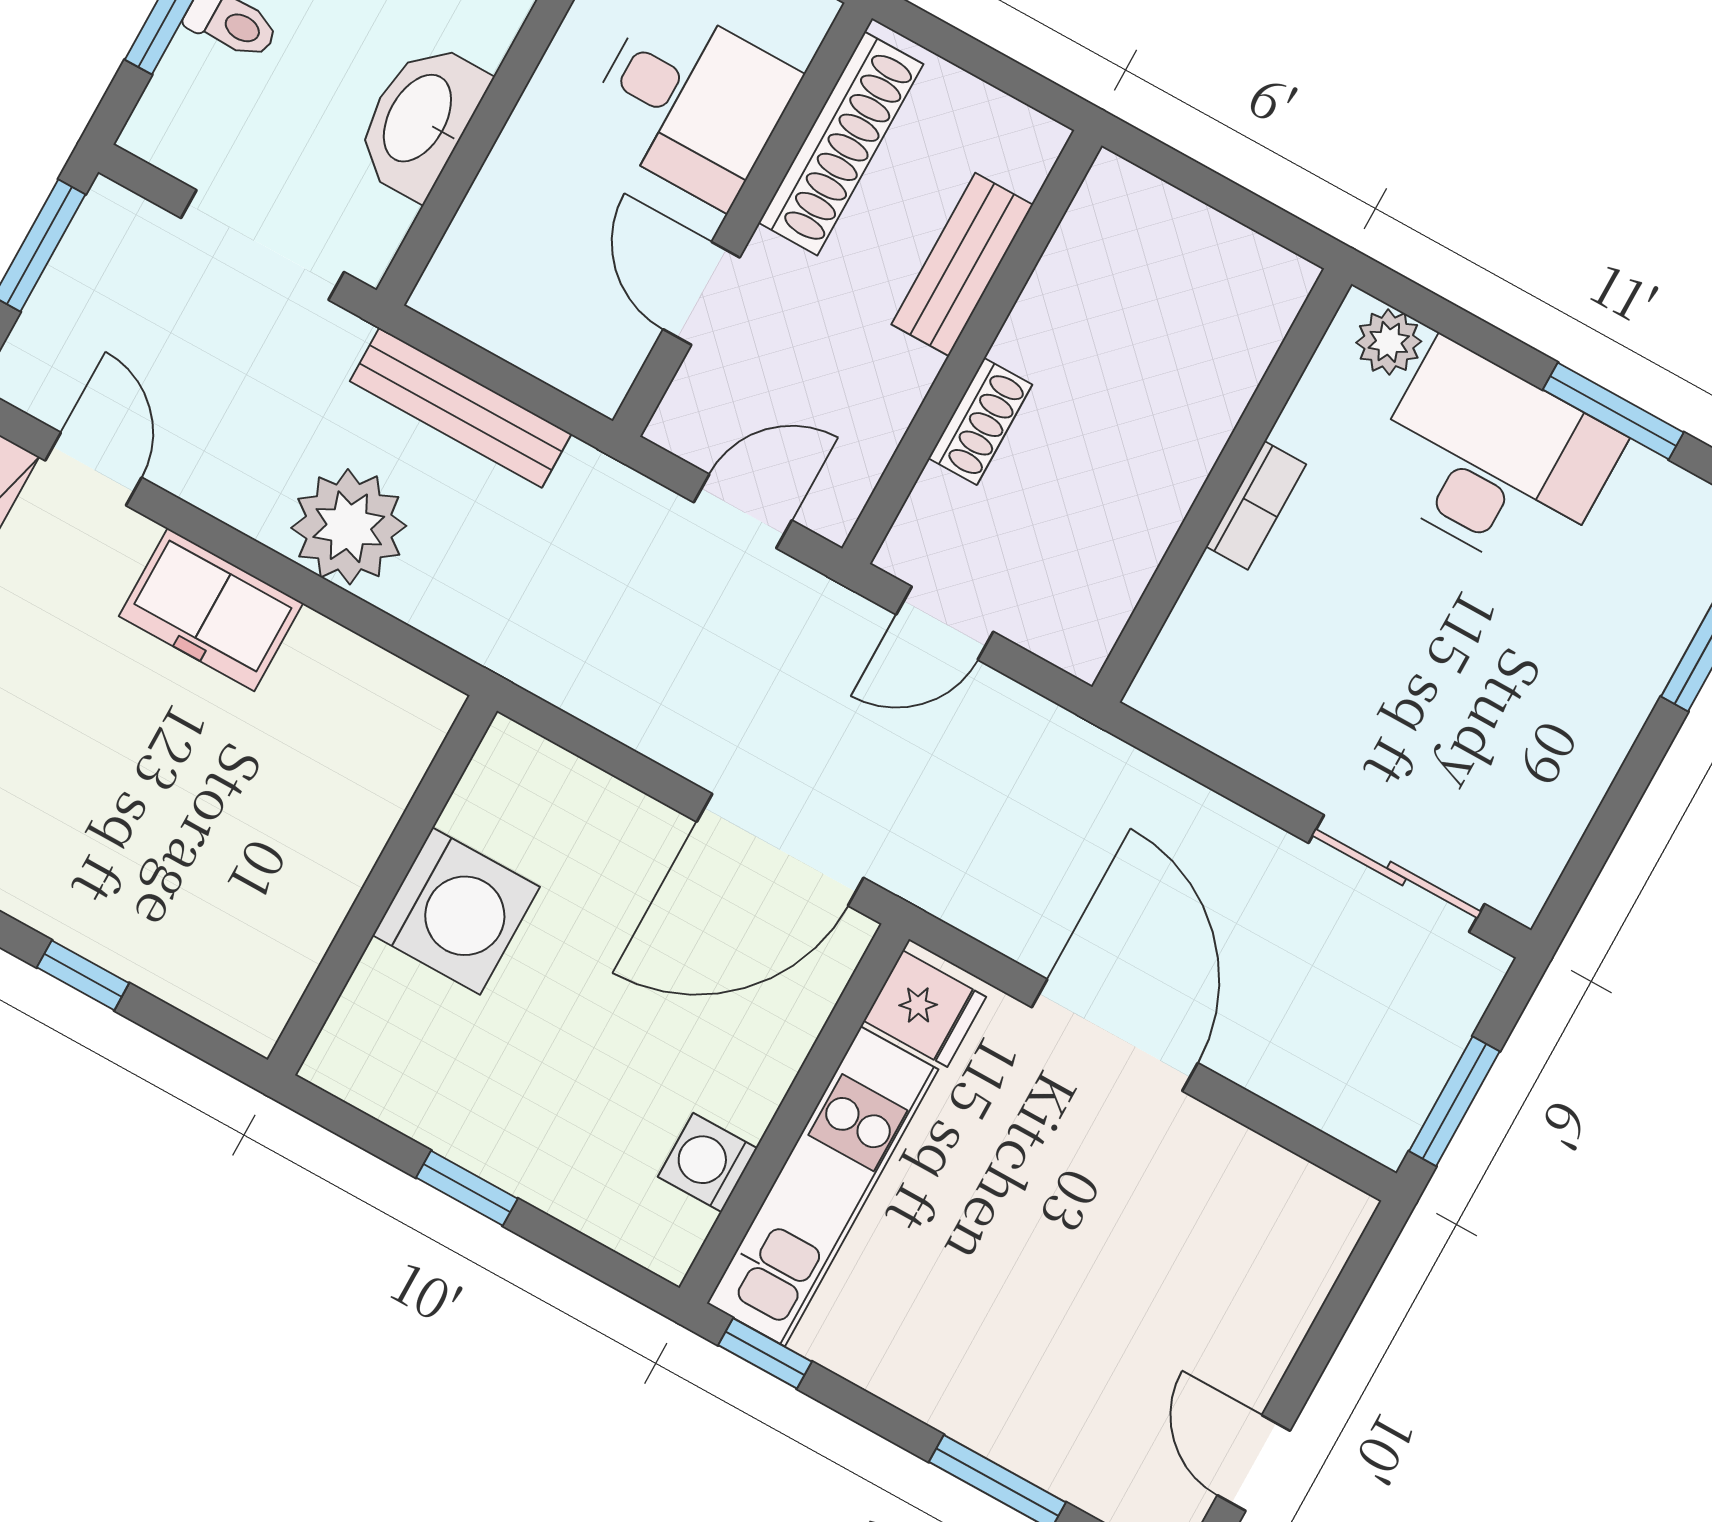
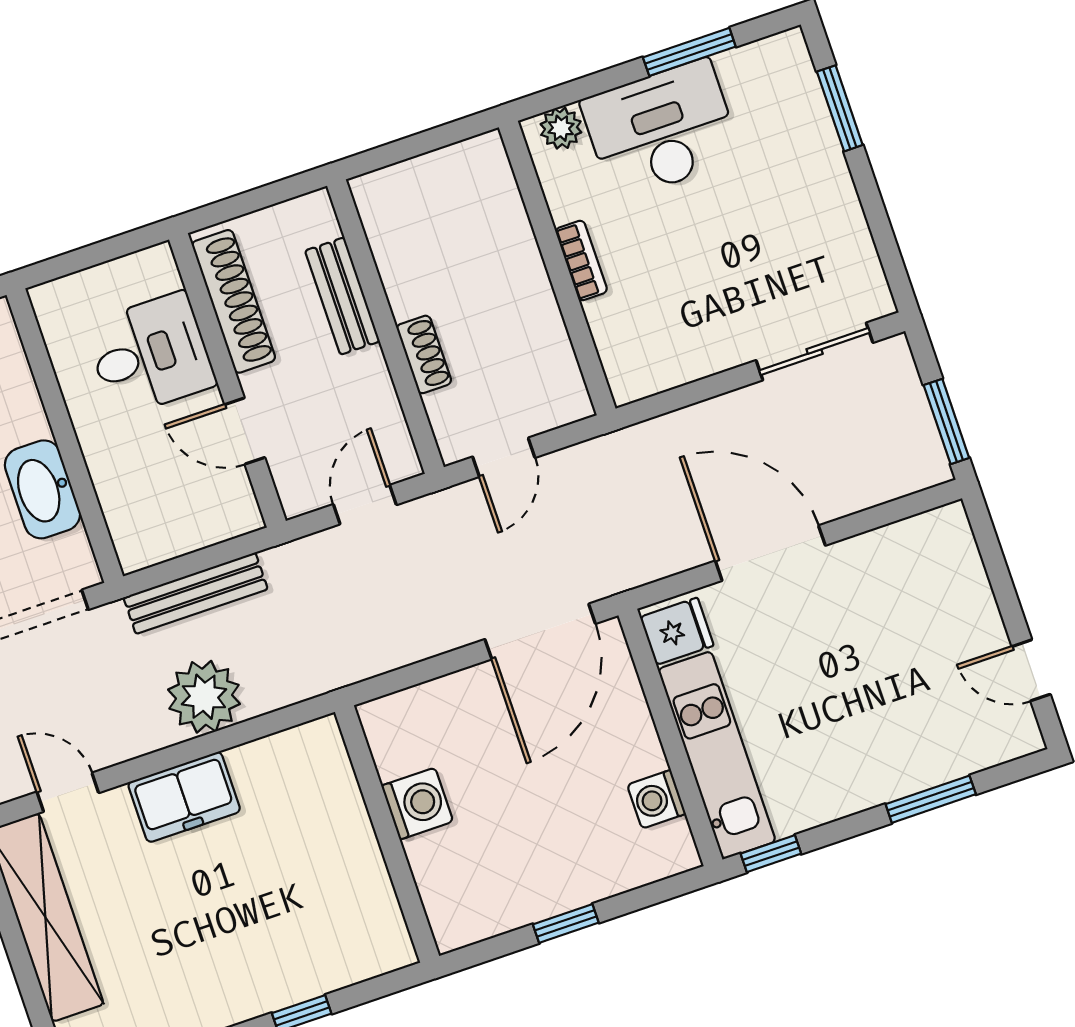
washing machine: (456, 911) -> (417, 804), width x0.73, depth x0.73

